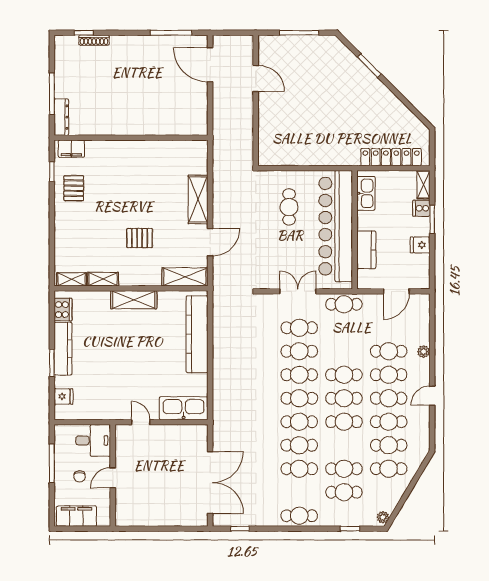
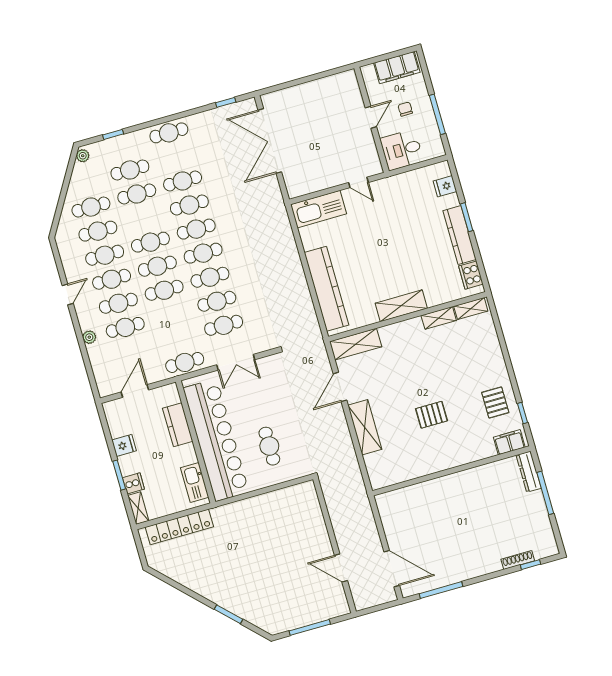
pallet: (140, 238) -> (431, 415), moved

